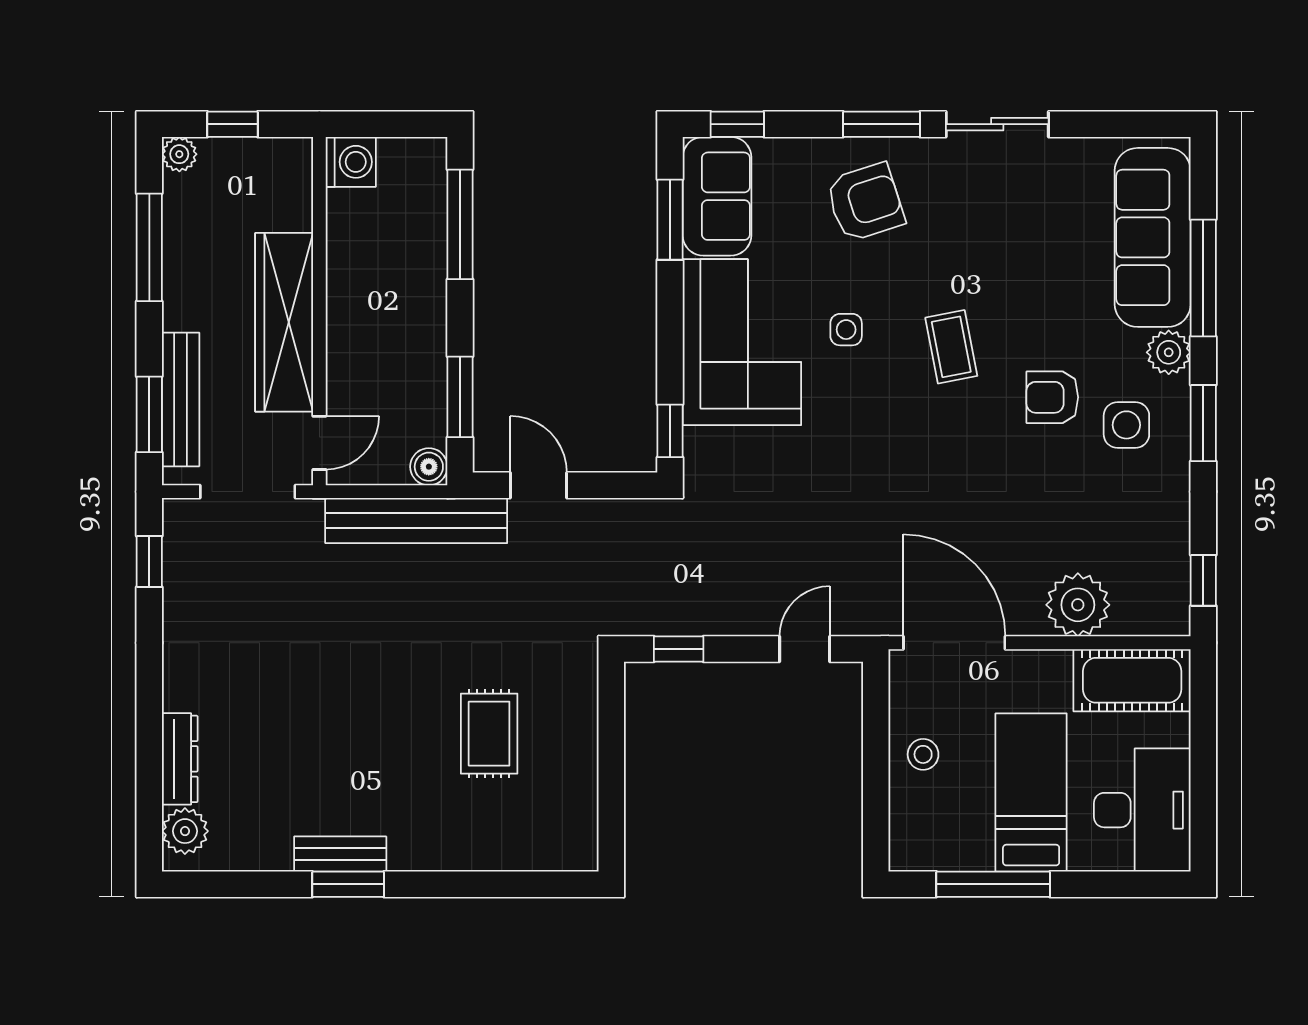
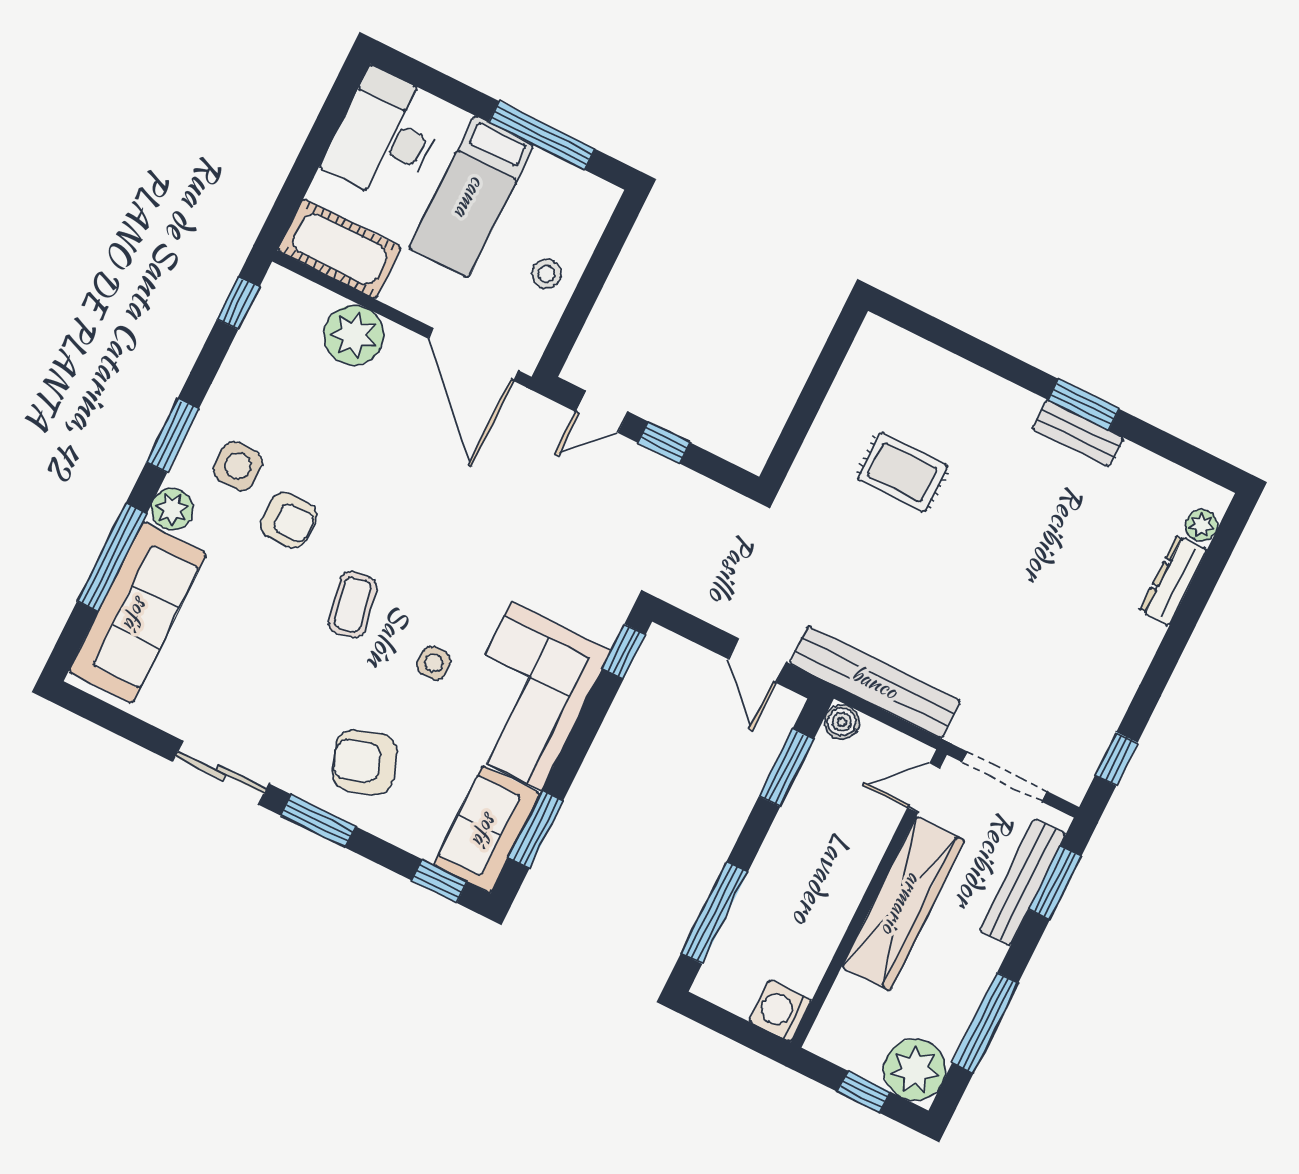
plant: (179, 154) -> (915, 1070), width x1.88, depth x1.88
window: (679, 649) -> (664, 443), moved
rug: (489, 734) -> (902, 472), turned 90
plant: (185, 831) -> (1201, 525), width x0.73, depth x0.73

